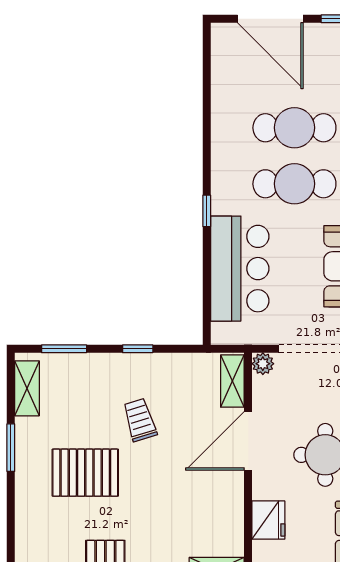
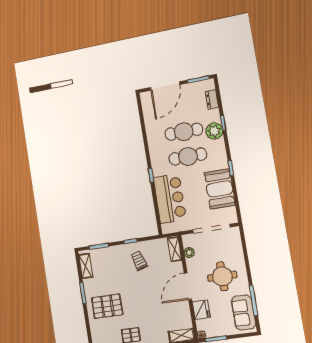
door: (270, 19) -> (165, 86), hinge flipped
plant: (263, 364) -> (189, 252), moved
trolley: (140, 420) -> (139, 261), moved
door: (248, 441) -> (188, 286), moved
pallet: (85, 473) -> (107, 306), moved

